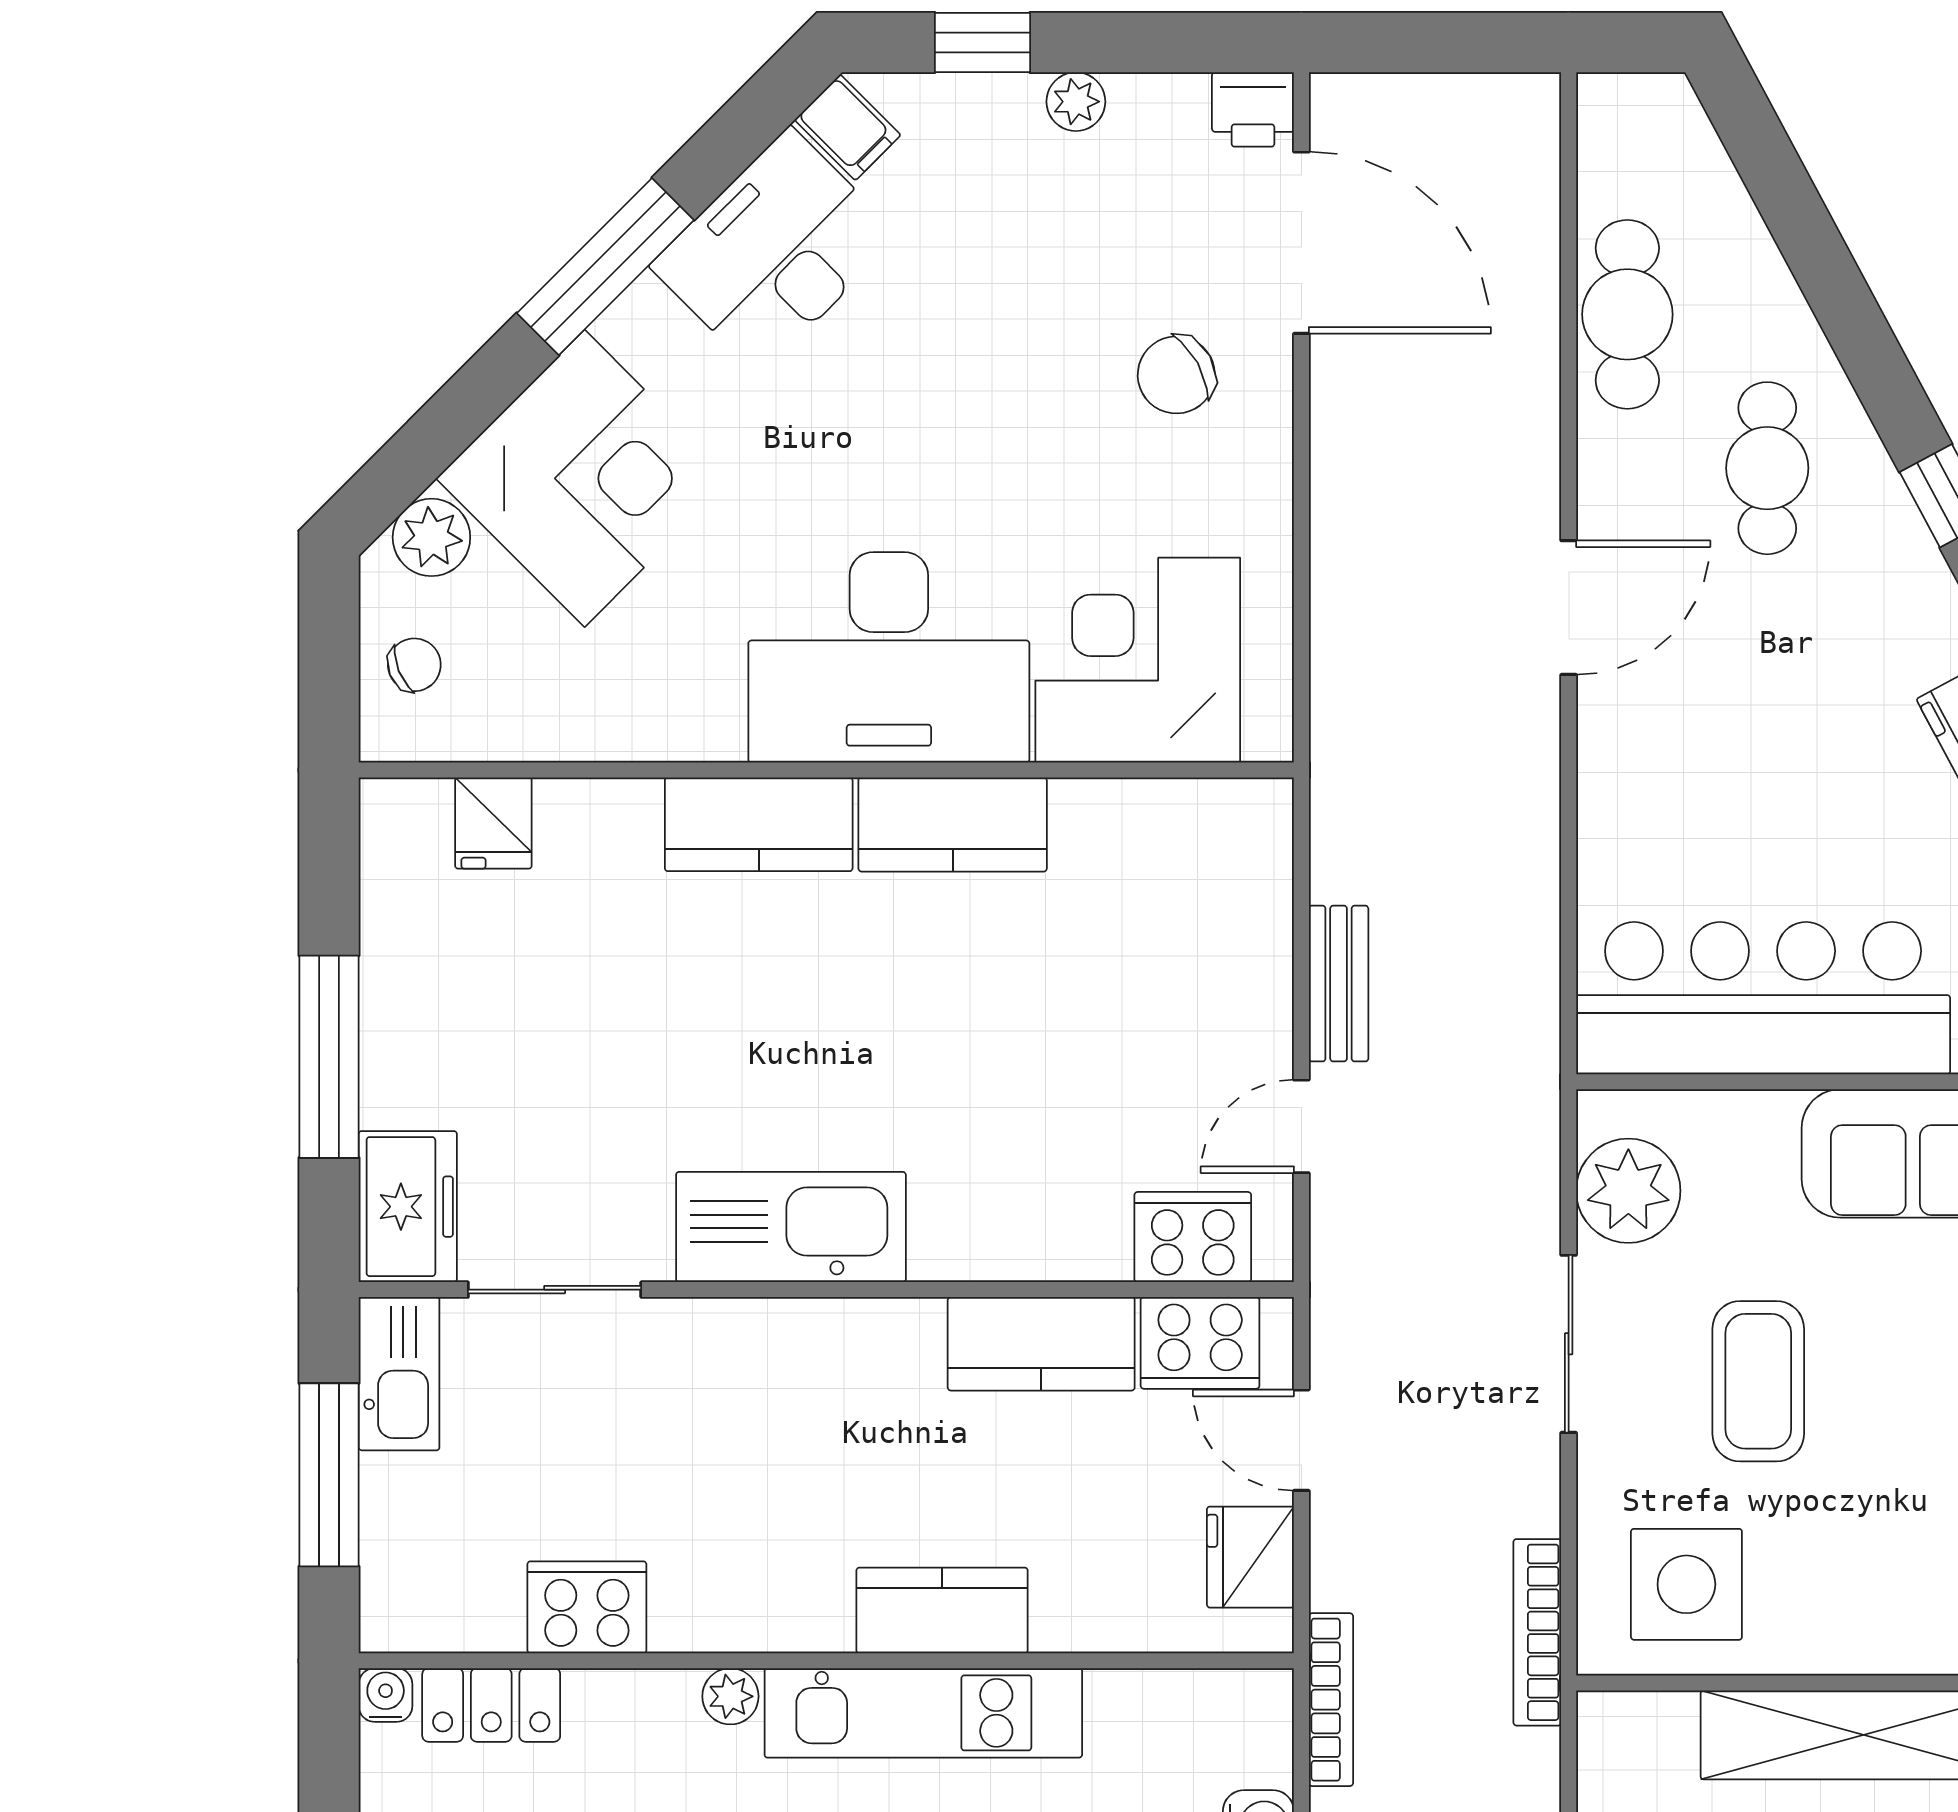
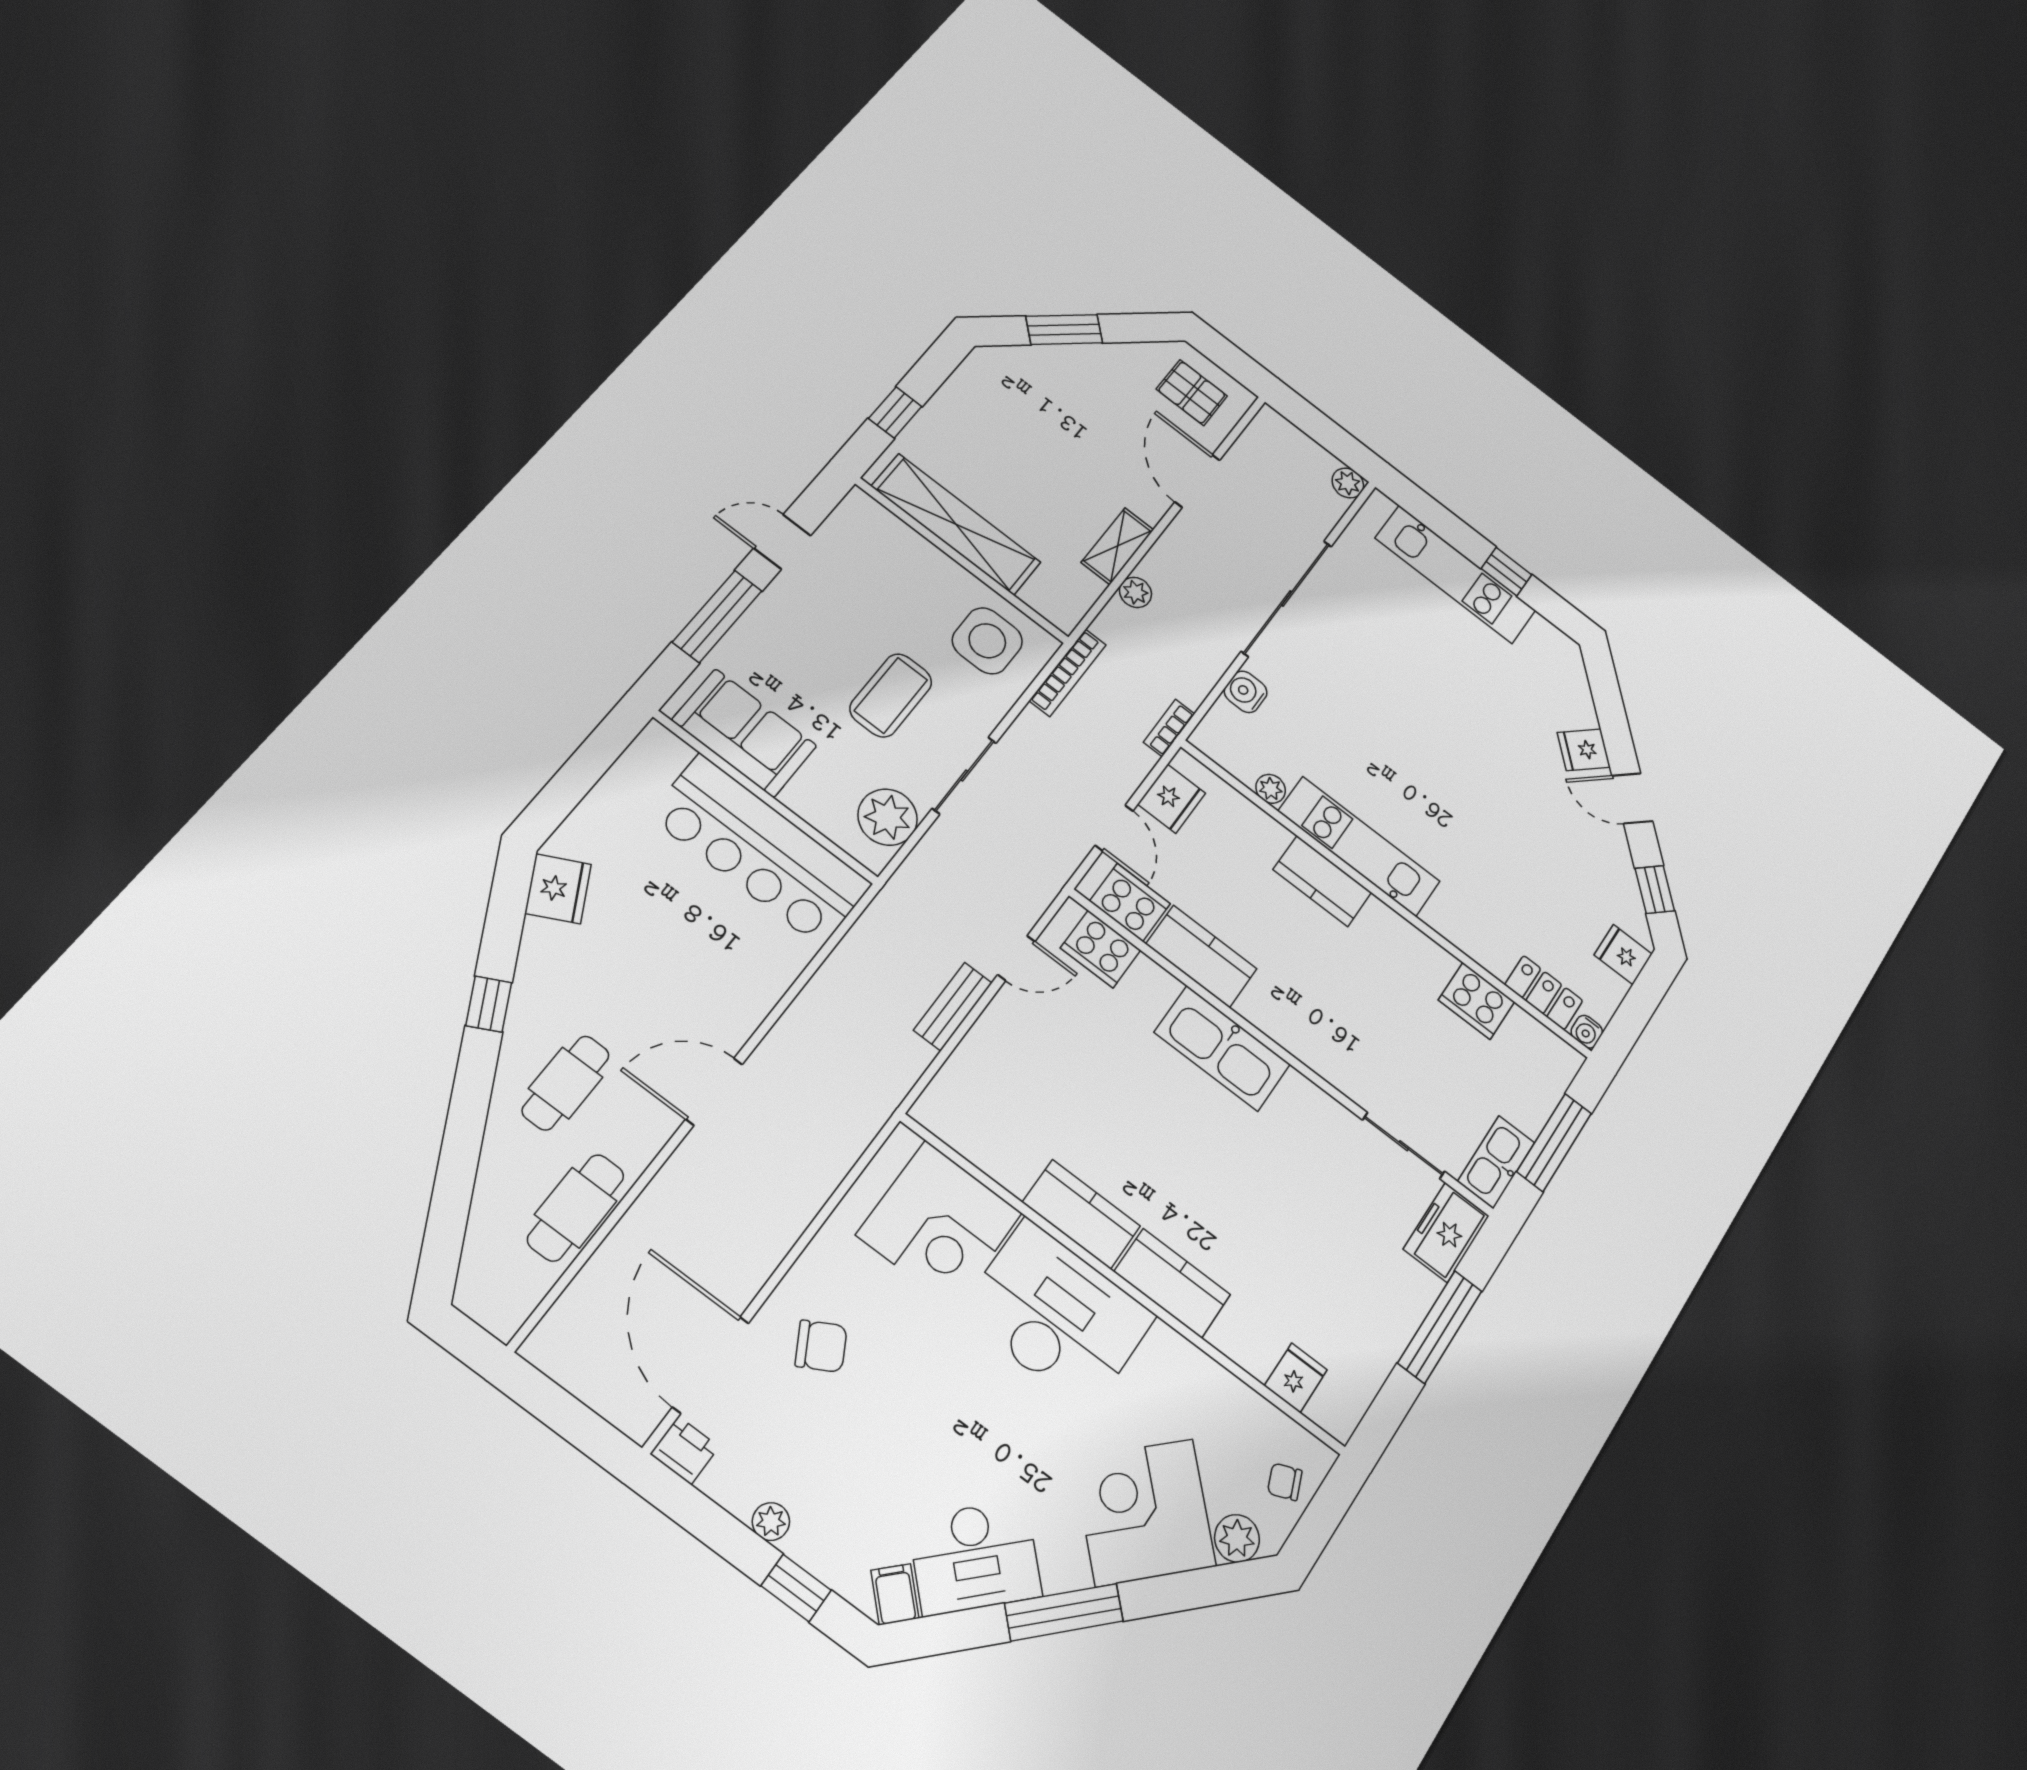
kitchen sink: (791, 1227) -> (1222, 1048), moved
plant: (730, 1696) -> (1271, 789), moved
bookcase: (1331, 1700) -> (1169, 728), width x0.64

